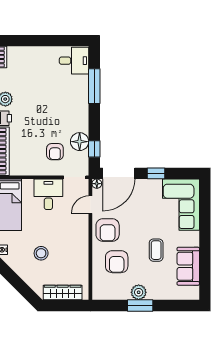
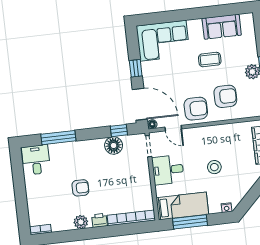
armchair: (55, 152) -> (80, 188), moved
stool: (41, 253) -> (214, 167), moved

